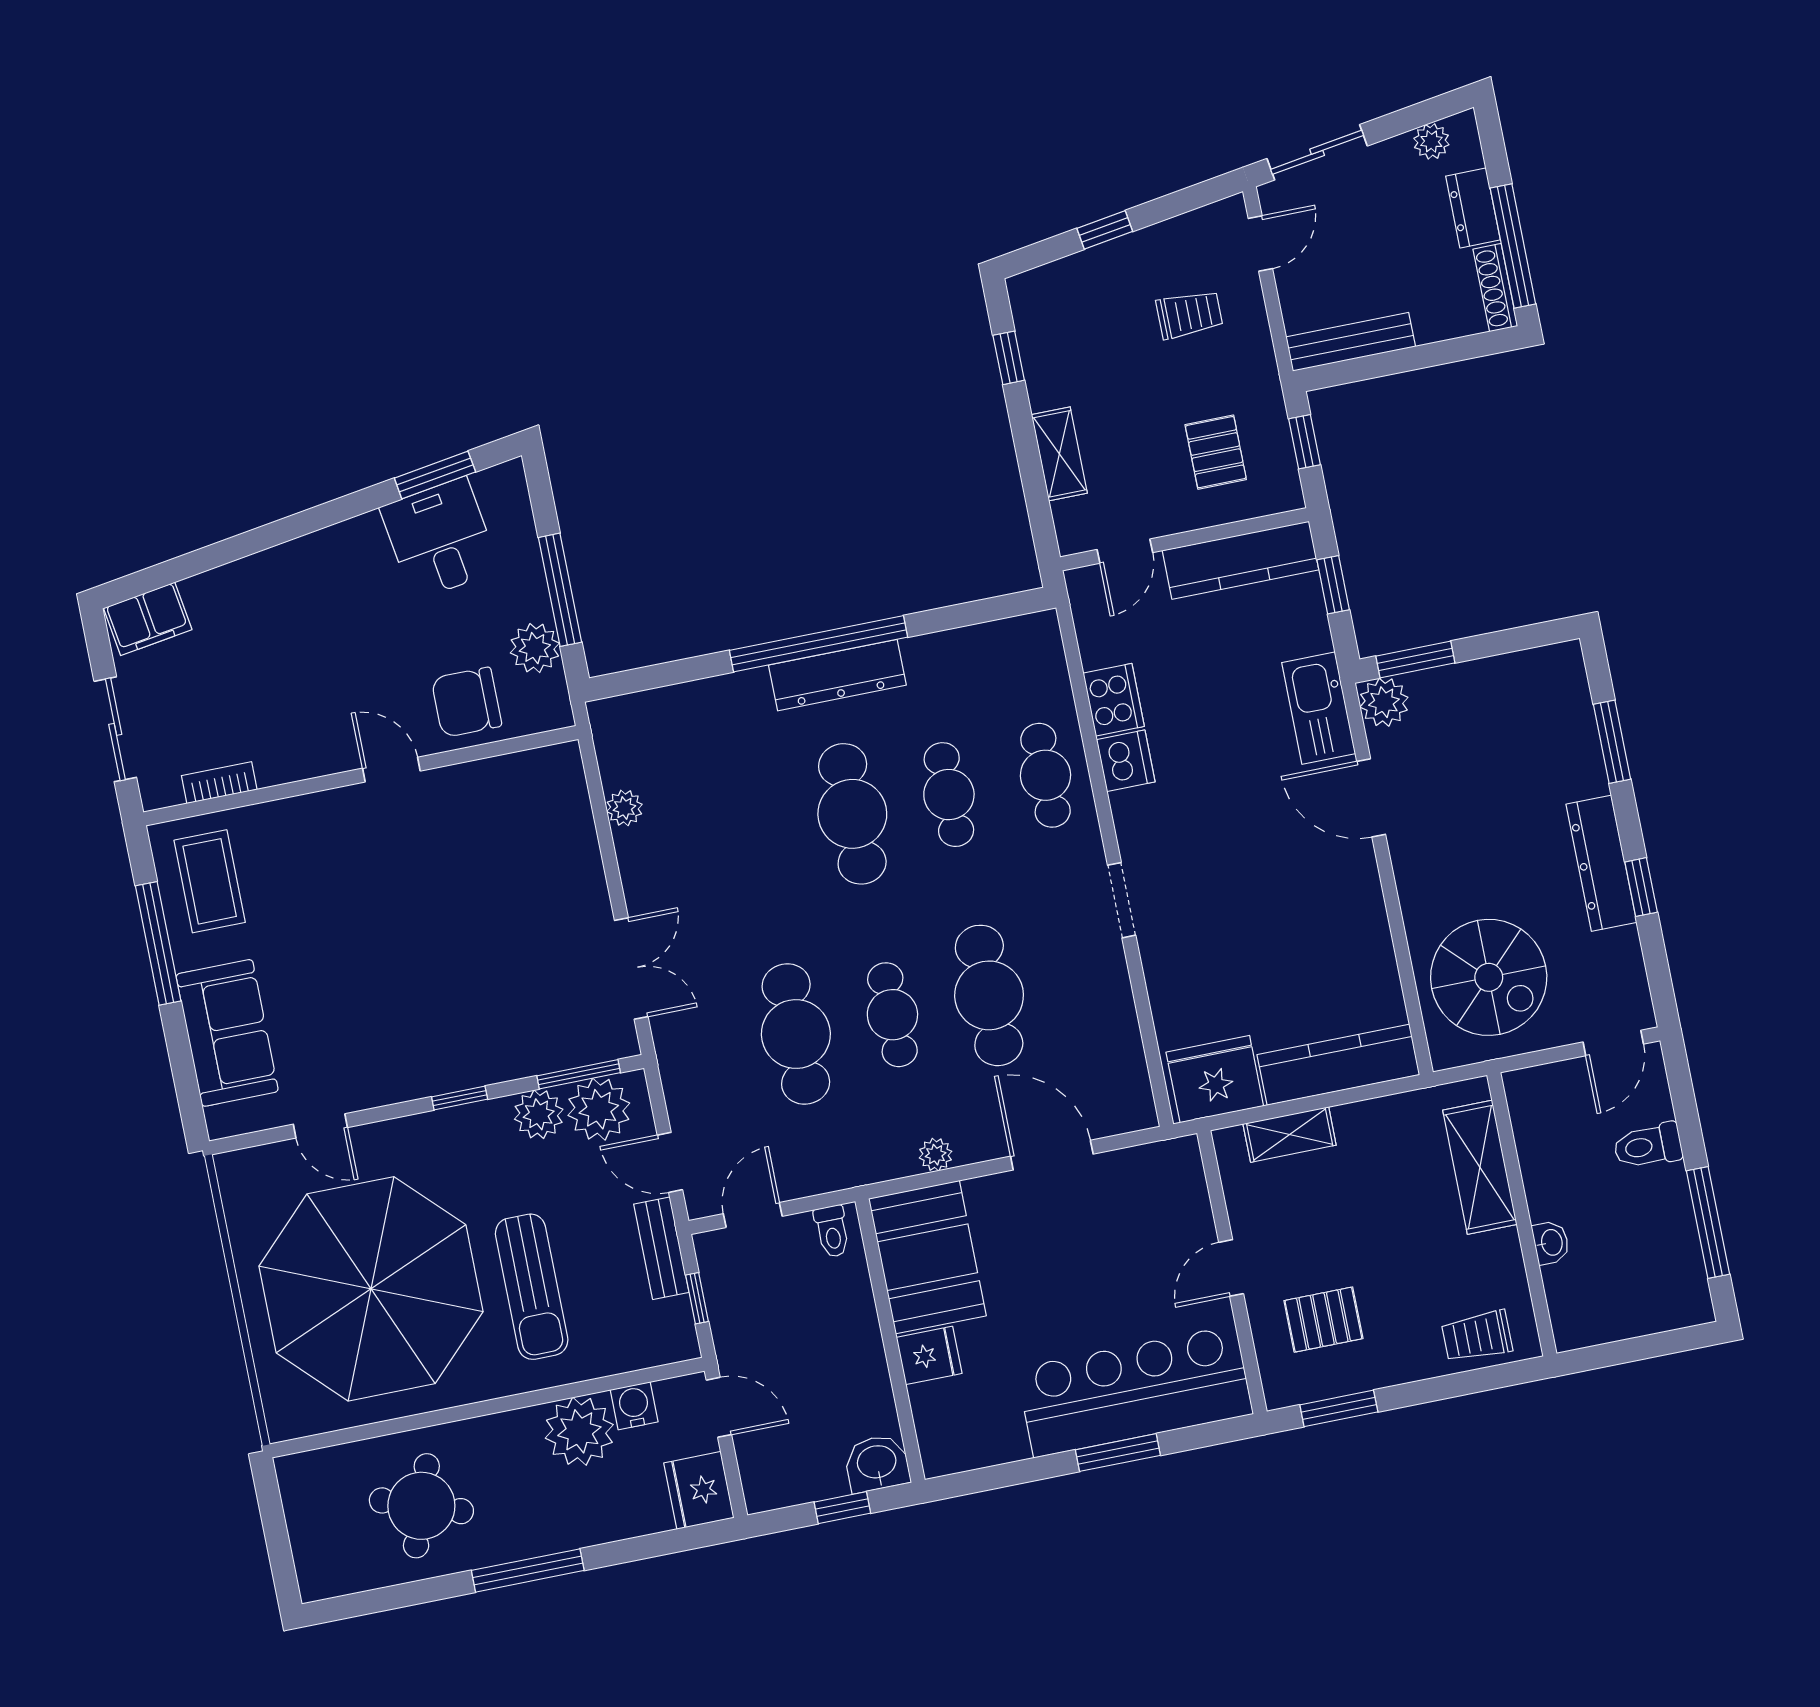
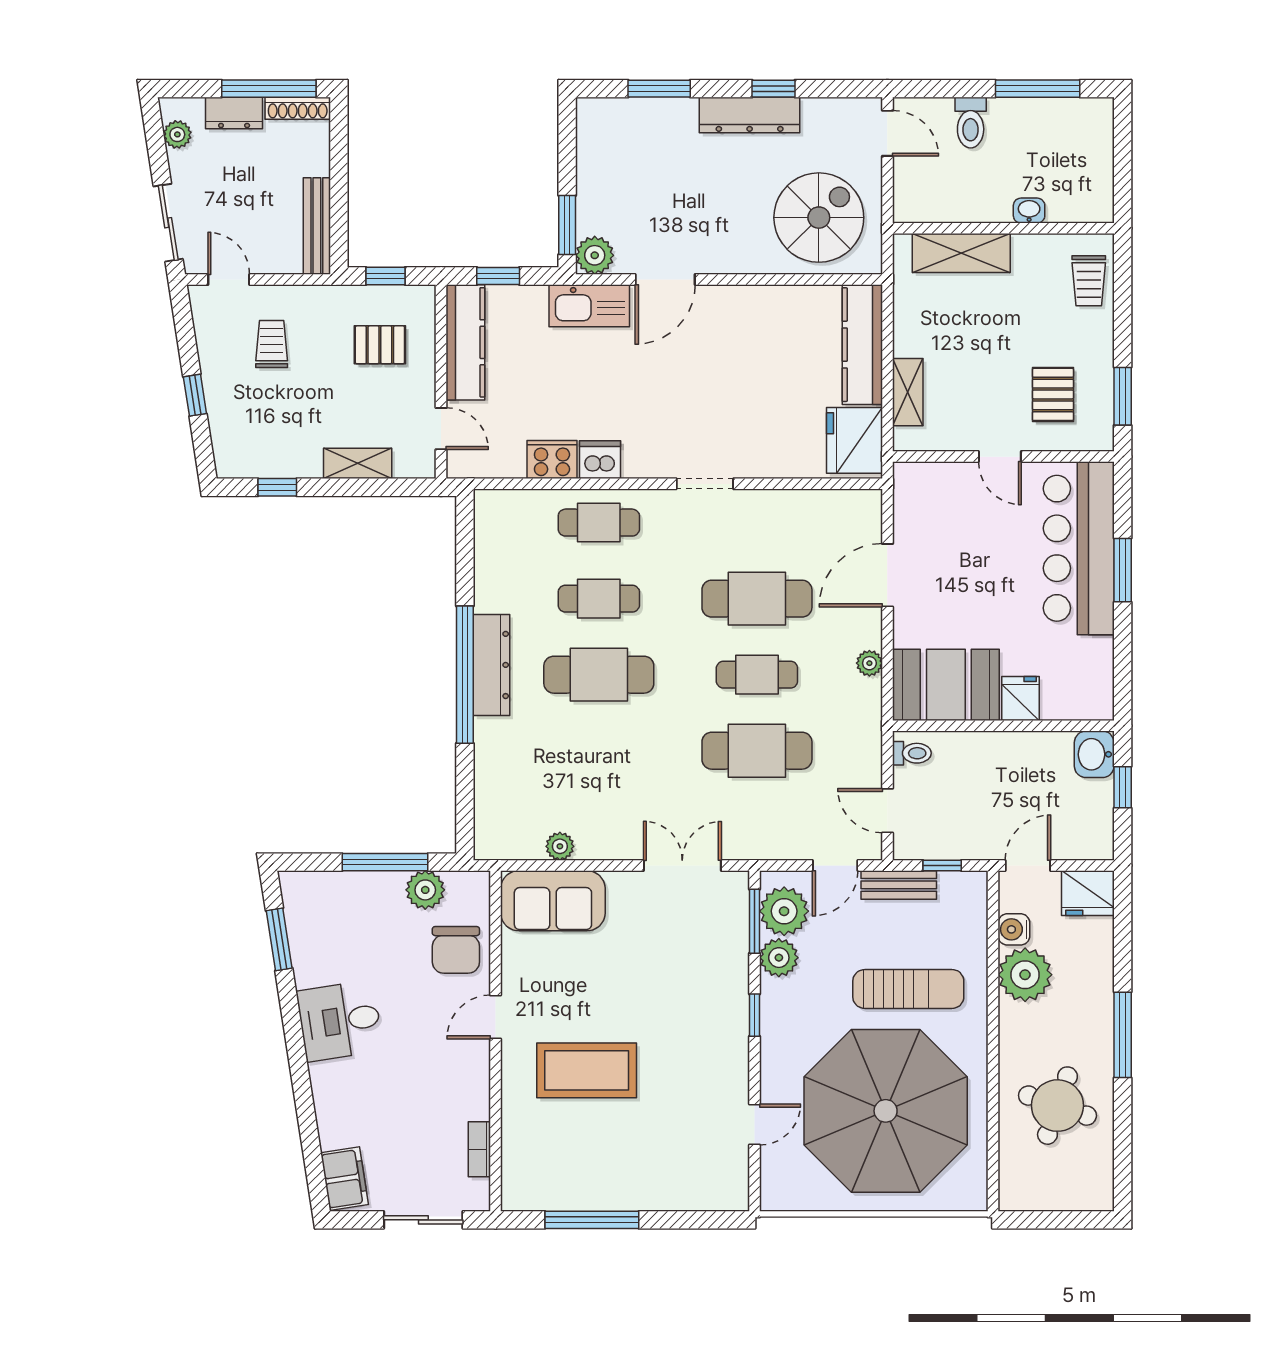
desk: (440, 539) -> (340, 1021), moved
coffee table: (210, 881) -> (587, 1070), moved, width x1.36, depth x1.32
sofa: (227, 1033) -> (553, 901), moved, turned 180

